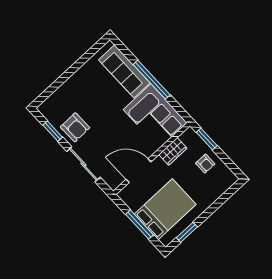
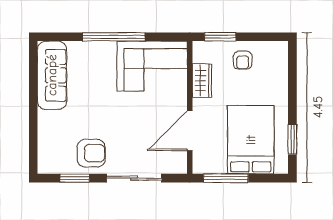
sofa: (124, 71) -> (52, 75), moved, turned -90
armchair: (205, 164) -> (243, 60), turned 90
window: (139, 225) -> (226, 178), moved

